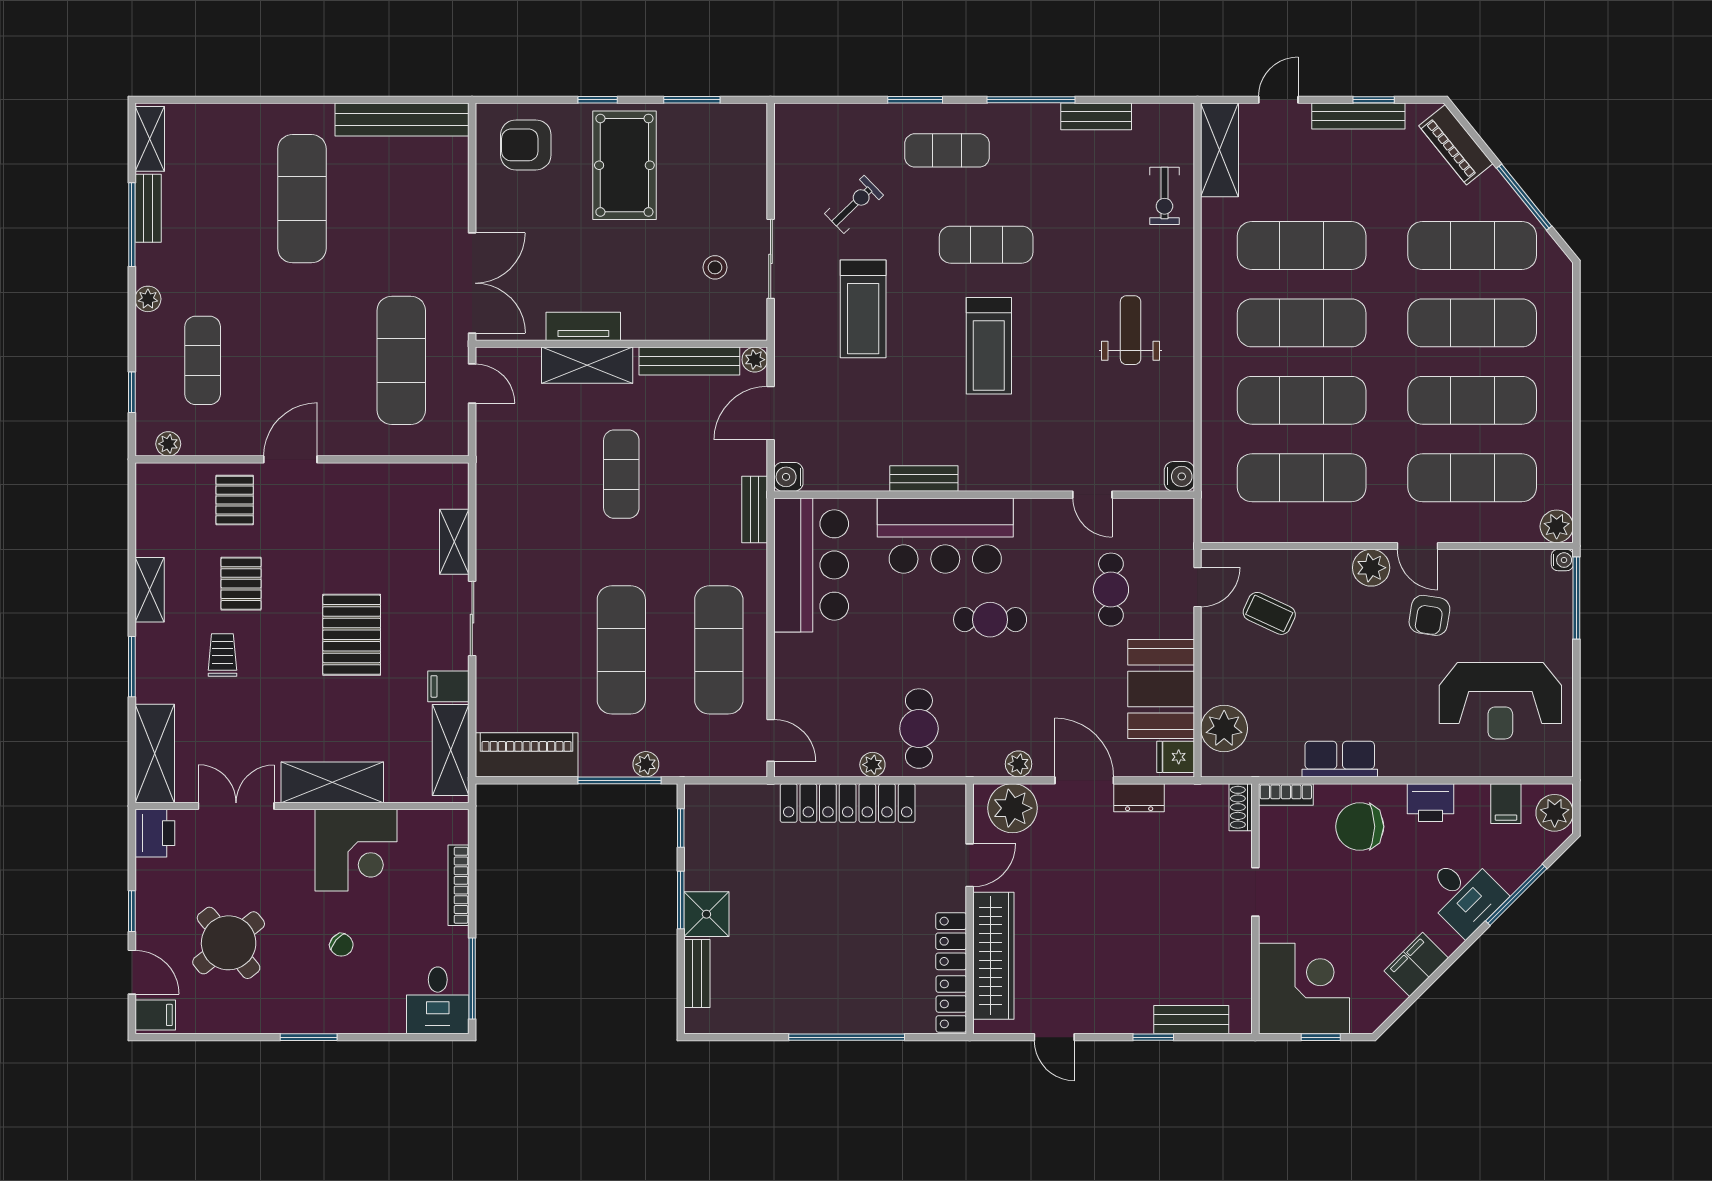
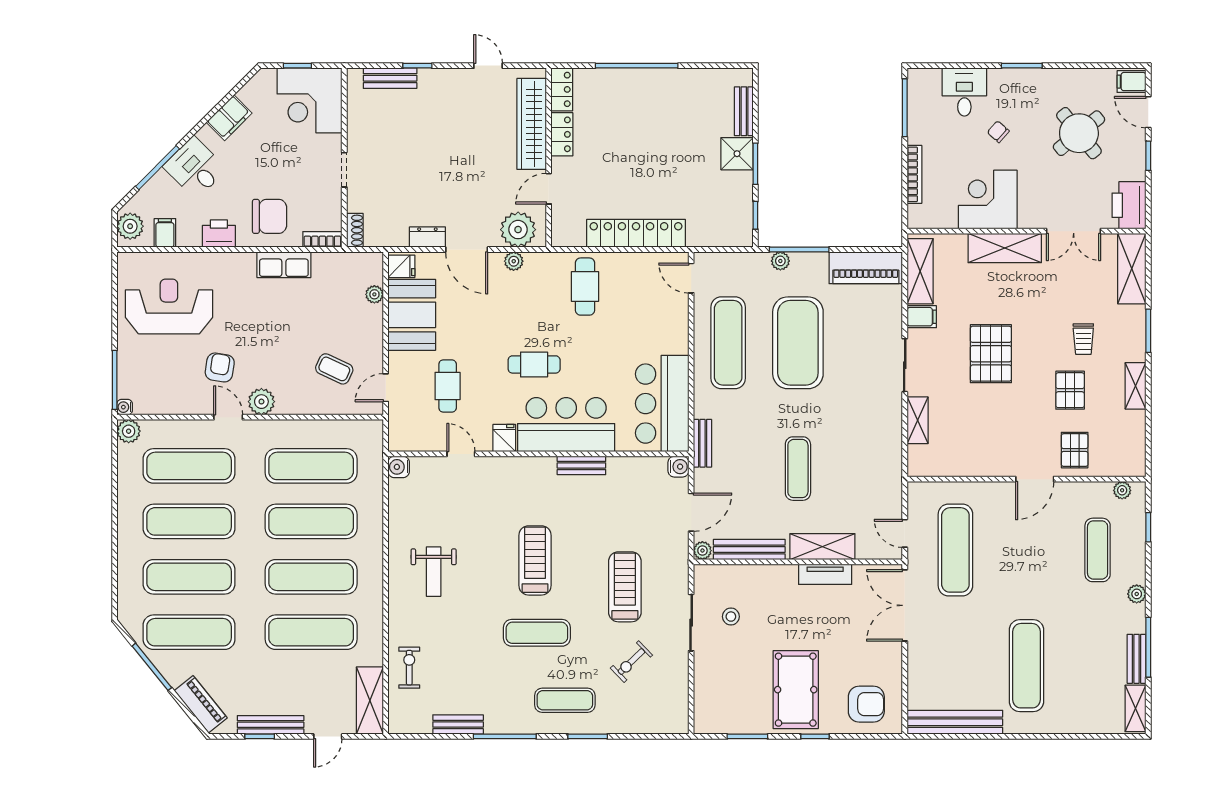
fridge: (1032, 517) -> (504, 438), added
exercise mat: (621, 650) -> (798, 343), width x1.47
plant: (1224, 728) -> (374, 294), width x0.53, depth x0.53
plant: (872, 765) -> (618, 261), removed
printer: (155, 833) -> (1129, 205), width x1.37, depth x1.19
desk: (438, 1000) -> (964, 92), moved

